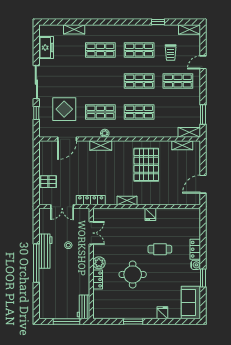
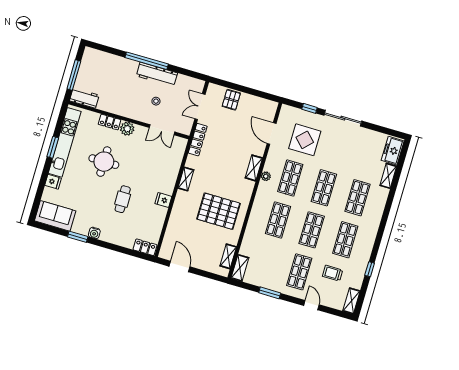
freezer: (46, 48) -> (393, 151), moved, turned 90
shop shelf: (100, 81) -> (324, 188), added
window: (203, 114) -> (270, 293), moved
locker: (195, 249) -> (145, 247), moved
kitchen unit: (126, 313) -> (65, 142), added

